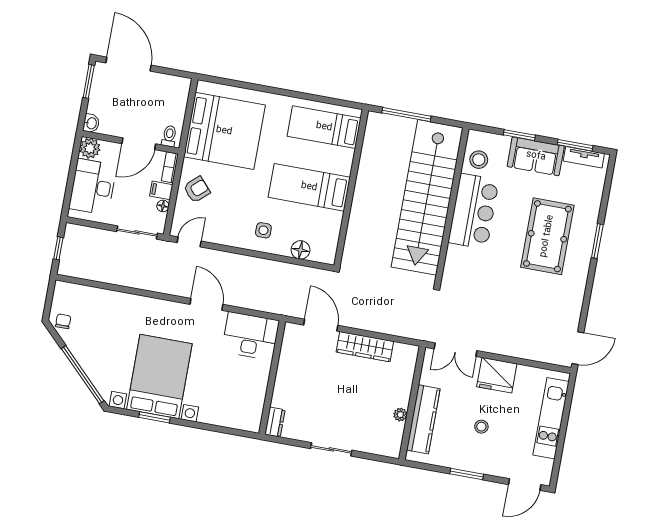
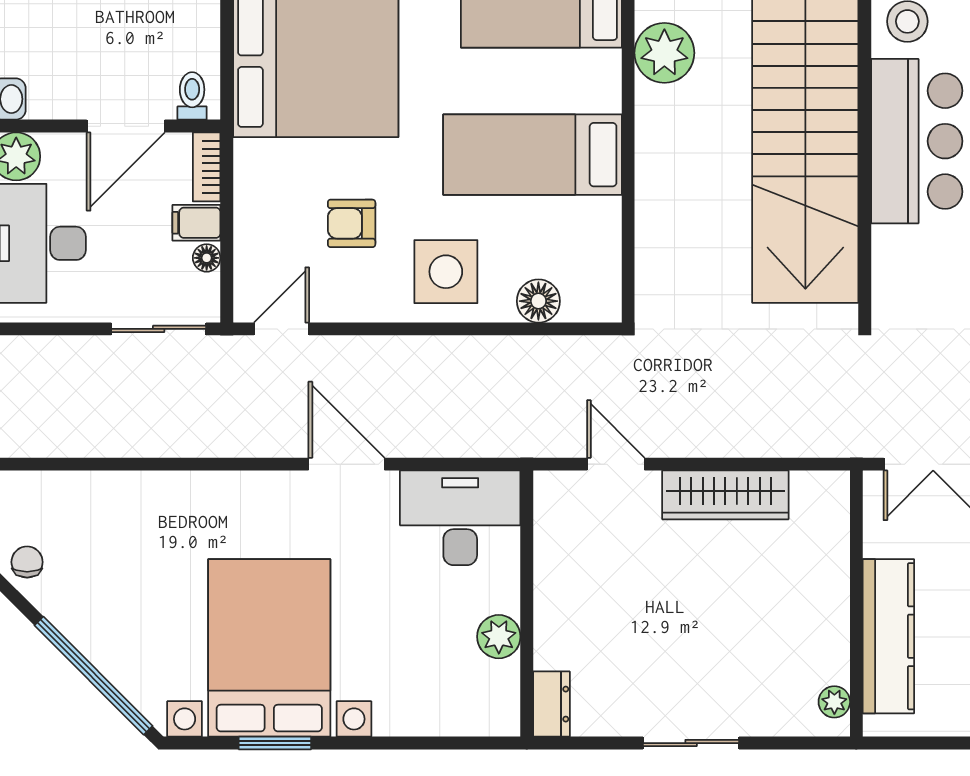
plant: (373, 154) -> (664, 53), added
armchair: (197, 190) -> (352, 223), moved, turned -138
side table: (263, 230) -> (446, 272), width x1.87, depth x1.87
door: (321, 325) -> (616, 464), width x0.73
plant: (258, 389) -> (499, 637), added
plant: (400, 415) -> (834, 702), moved

